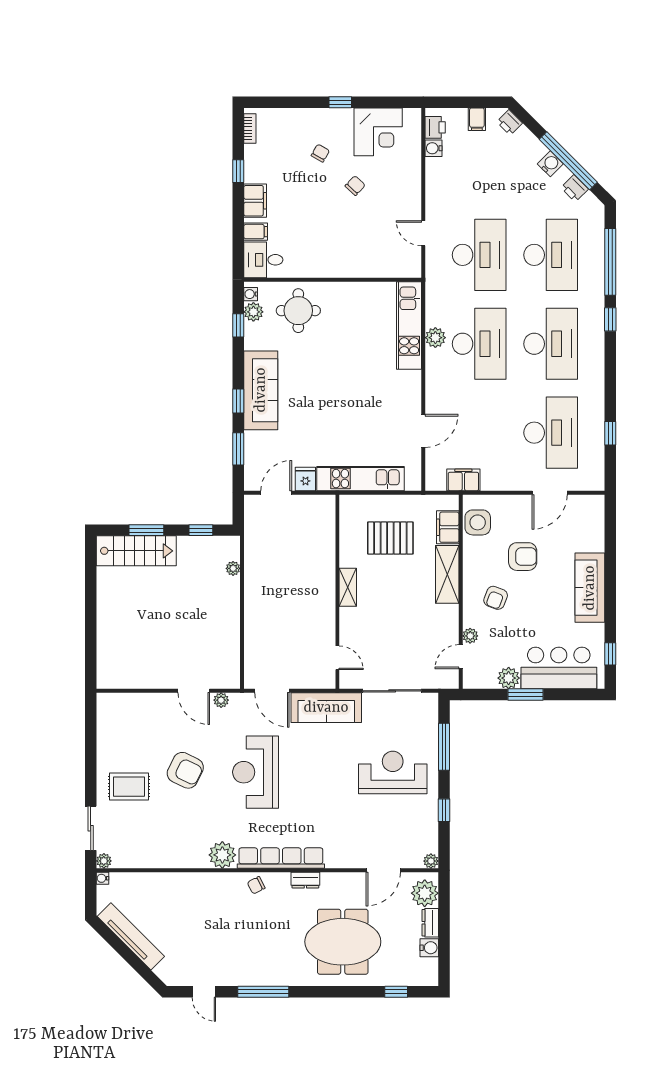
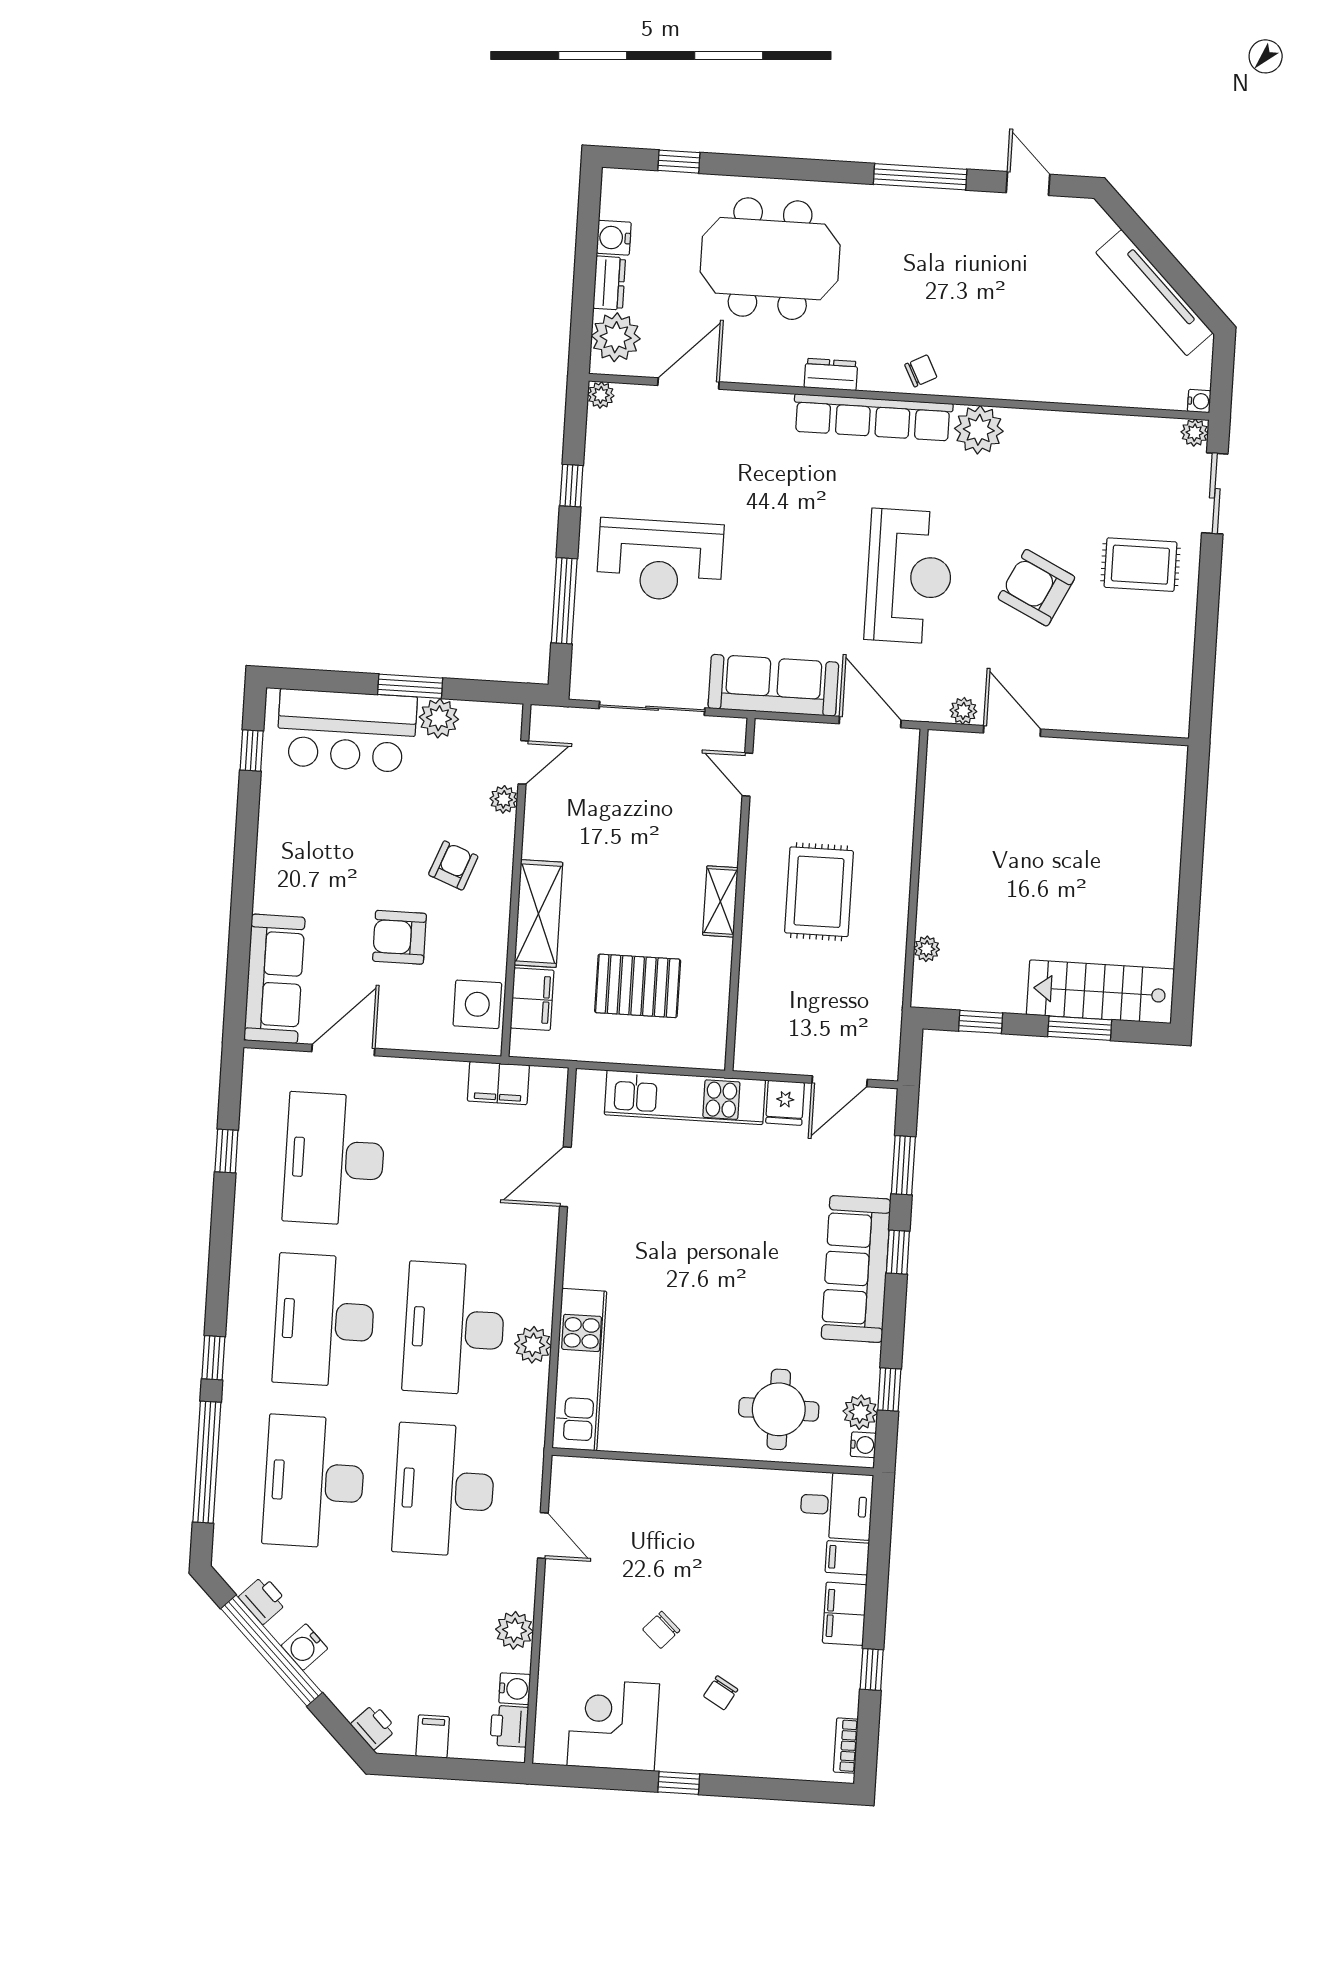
plant: (436, 180) -> (514, 1630), added
sofa: (590, 588) -> (274, 979), moved
rug: (294, 596) -> (819, 892), added

